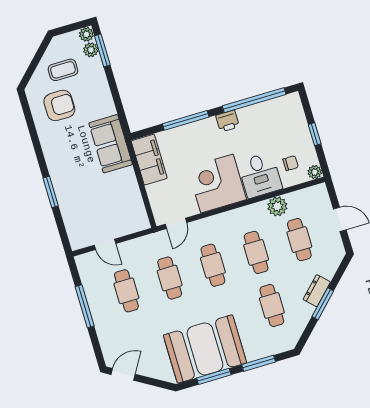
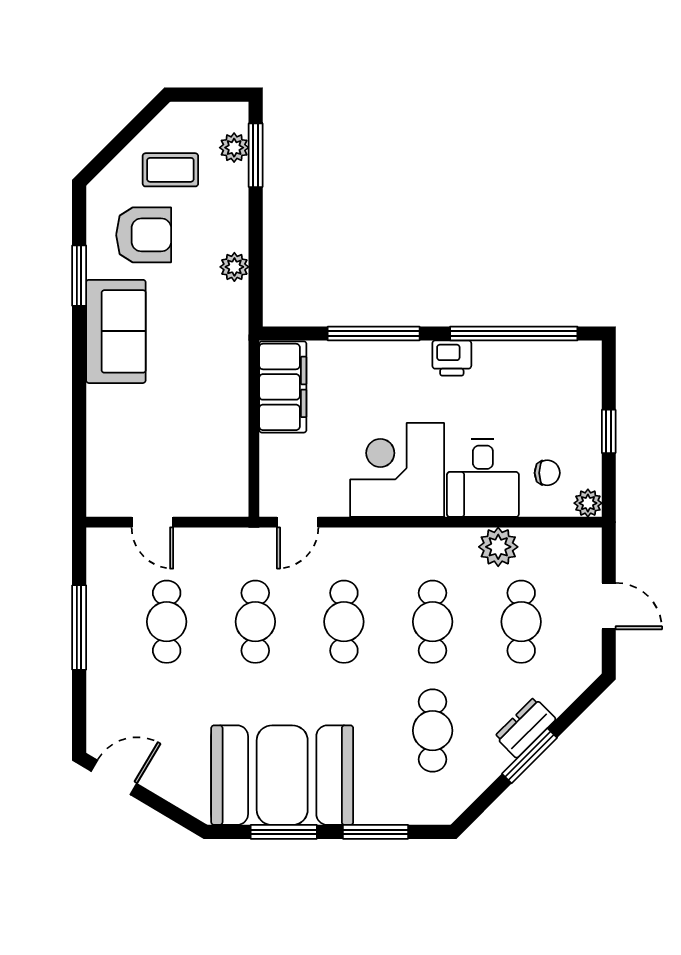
plant: (86, 34) -> (234, 267), moved
sofa: (111, 144) -> (116, 331), moved, turned 180
window: (51, 192) -> (79, 276), moved

